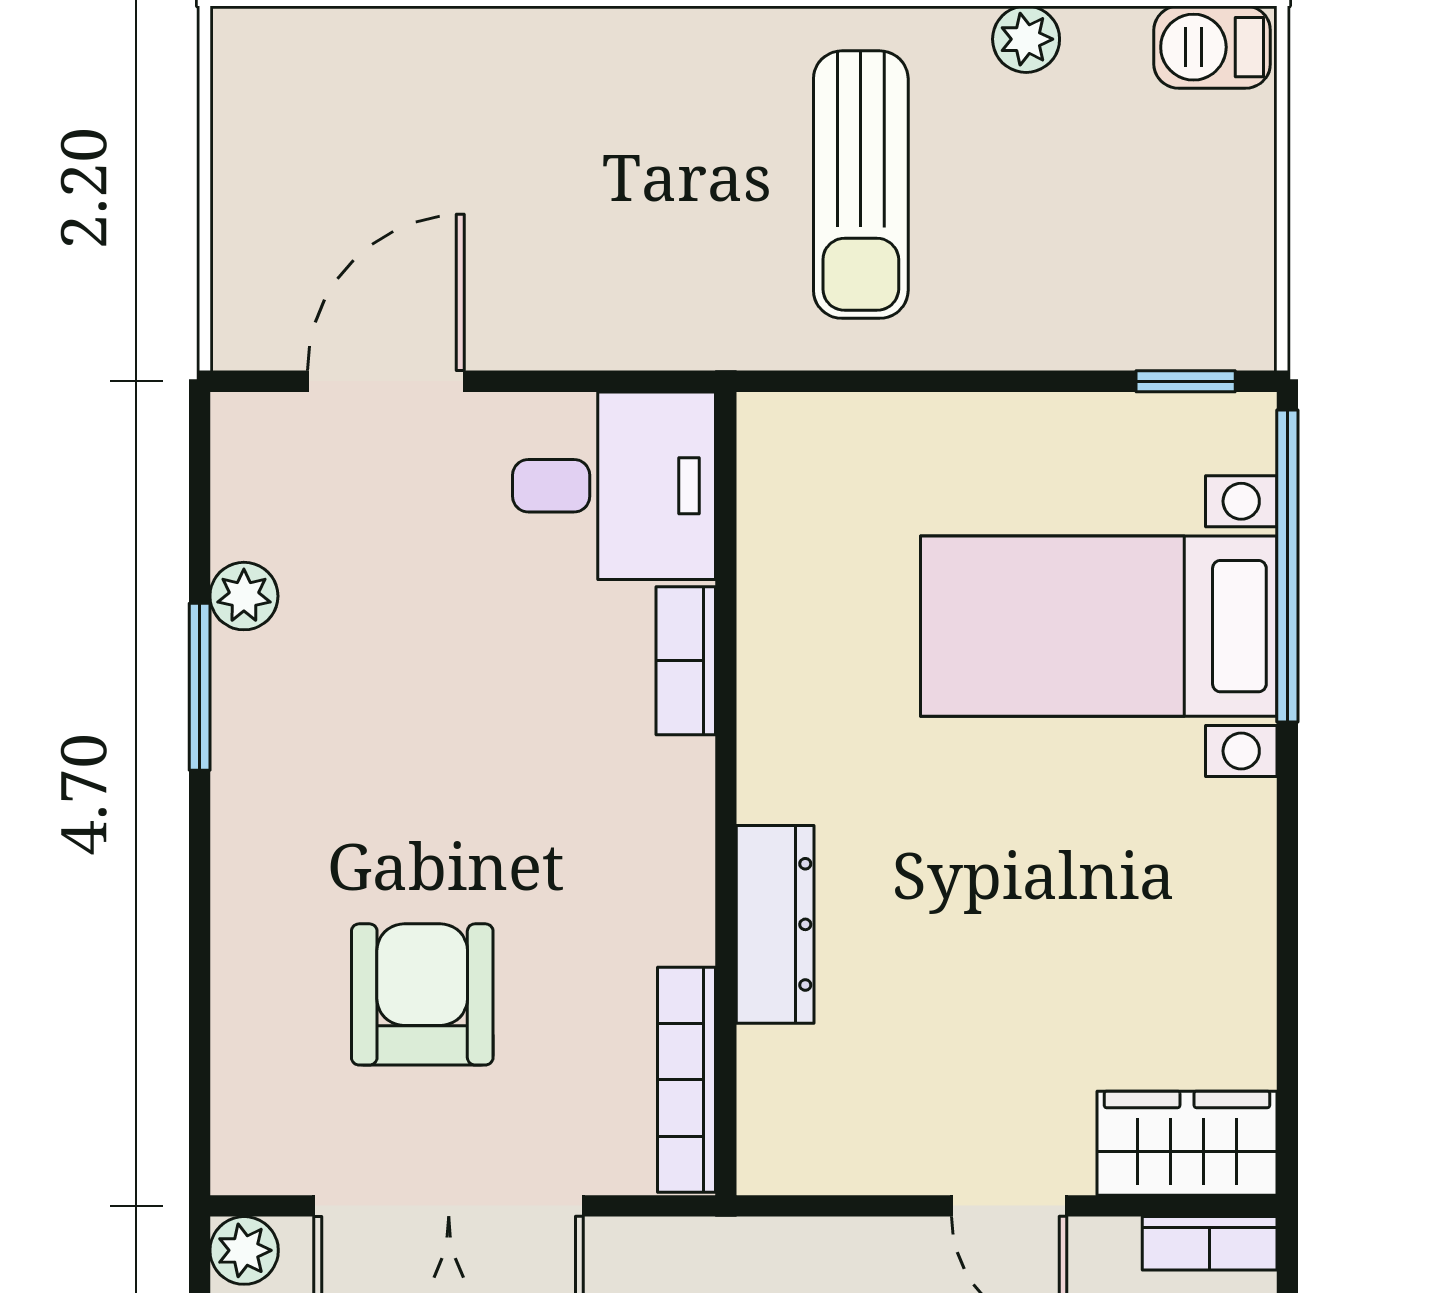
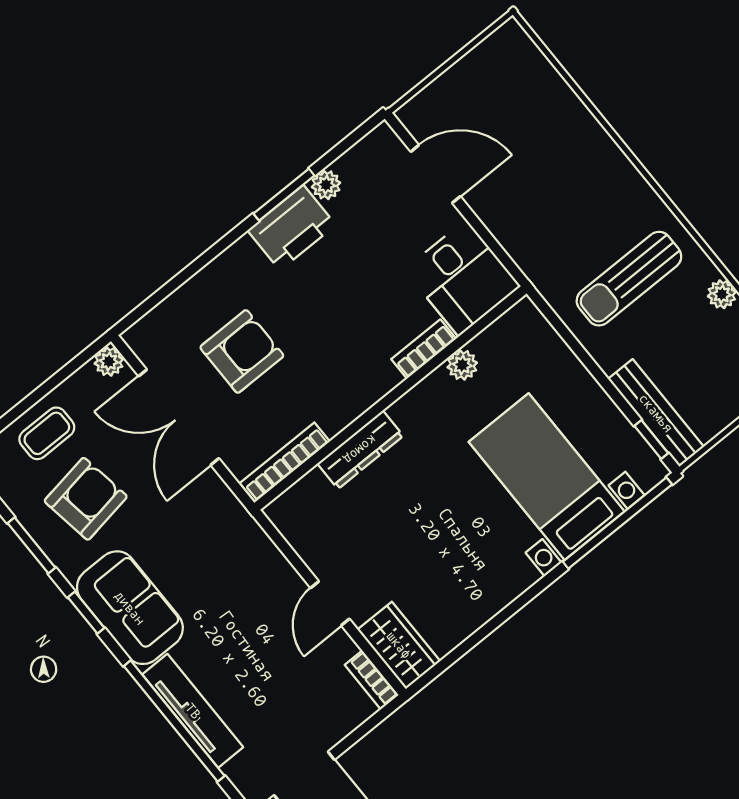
bench: (1144, 334) -> (656, 413), added
plant: (772, 614) -> (462, 365), added
printer: (271, 722) -> (292, 228), added

